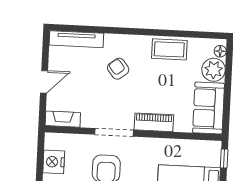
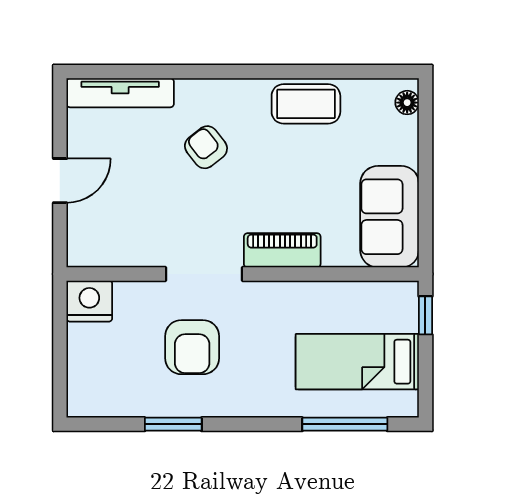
plant: (214, 70) -> (396, 140), removed
fireplace: (63, 119) -> (101, 253), removed
nightstand: (54, 162) -> (89, 301), moved, turned 90

